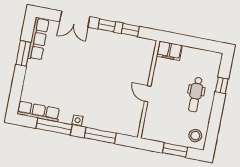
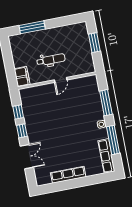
row of seats: (38, 39) -> (68, 175), moved
window: (23, 53) -> (68, 185), removed
window: (222, 85) -> (32, 27), width x2.17
dental chair: (196, 95) -> (51, 60), moved
stool: (195, 136) -> (78, 32), removed

